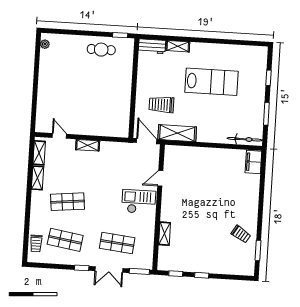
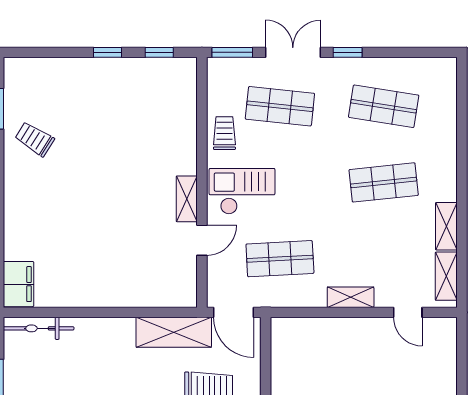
shop shelf: (122, 167) -> (280, 259), added
checkout: (139, 202) -> (242, 191), turned 180
shelving: (165, 234) -> (187, 199), moved
trolley: (36, 243) -> (224, 133), moved

